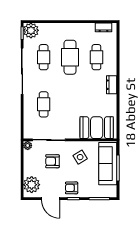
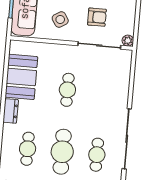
cafe table: (44, 104) -> (67, 90), moved
booth: (97, 128) -> (21, 77), moved, turned 90

